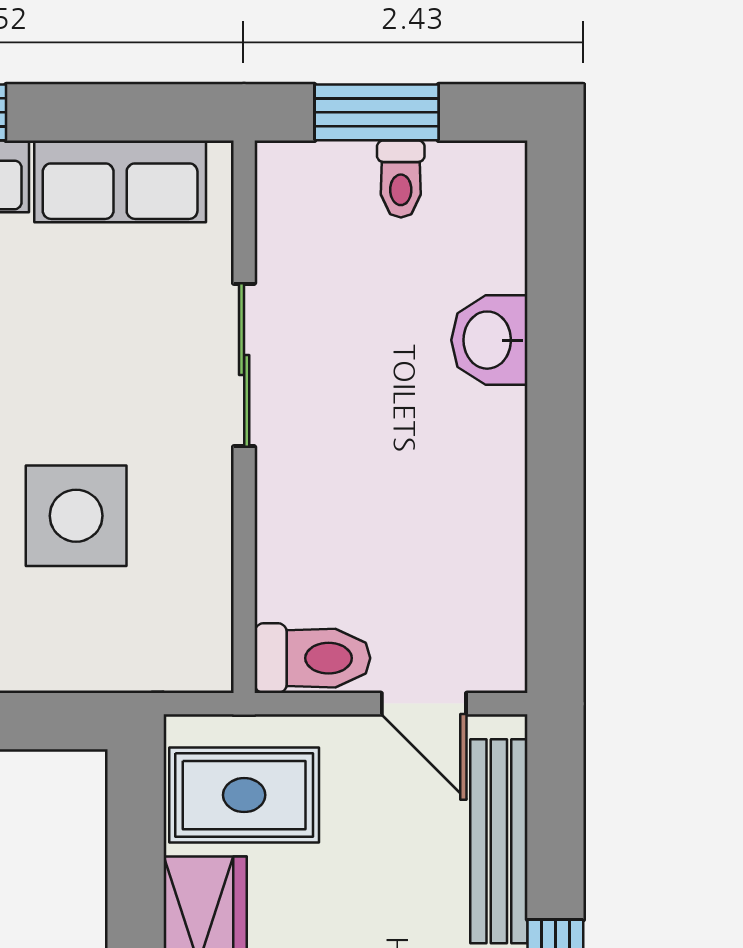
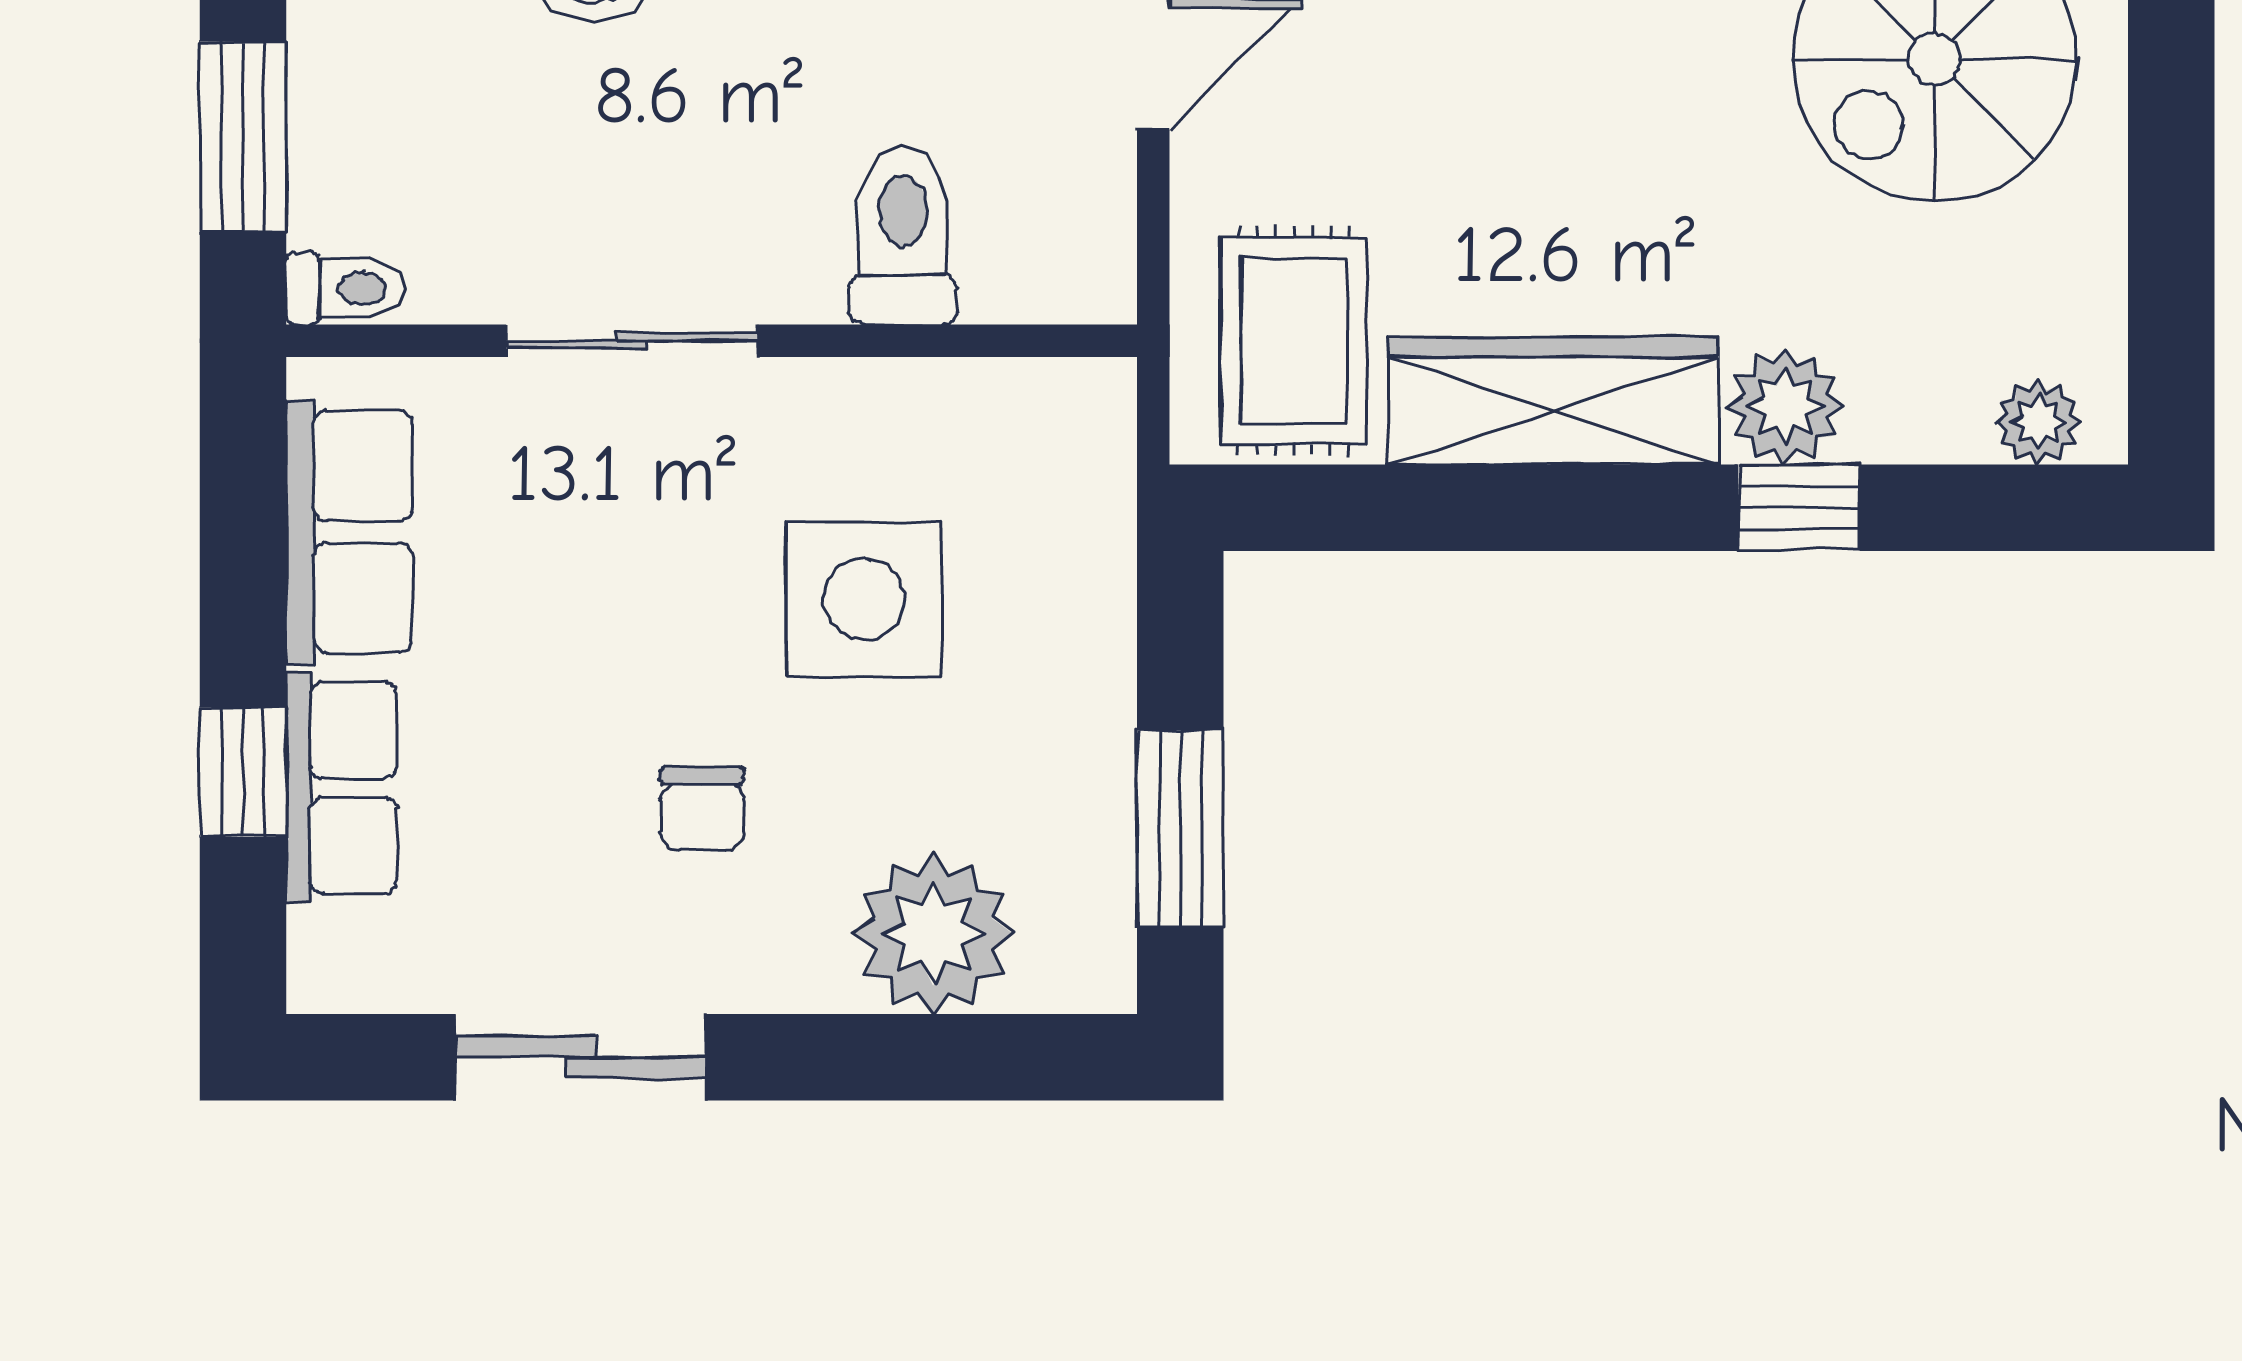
toilet: (401, 179) -> (345, 288), moved
toilet: (312, 658) -> (903, 236), moved

